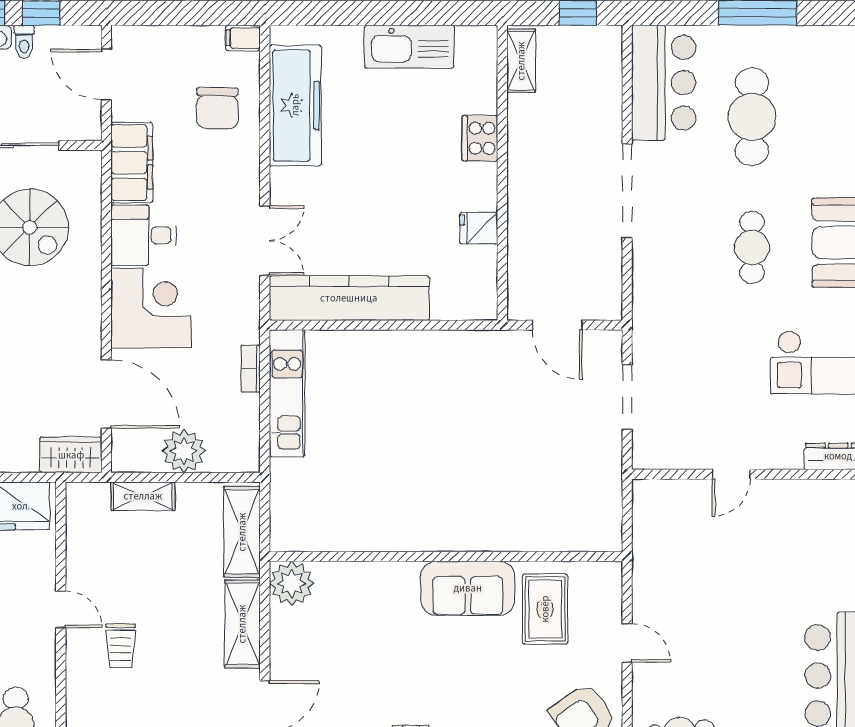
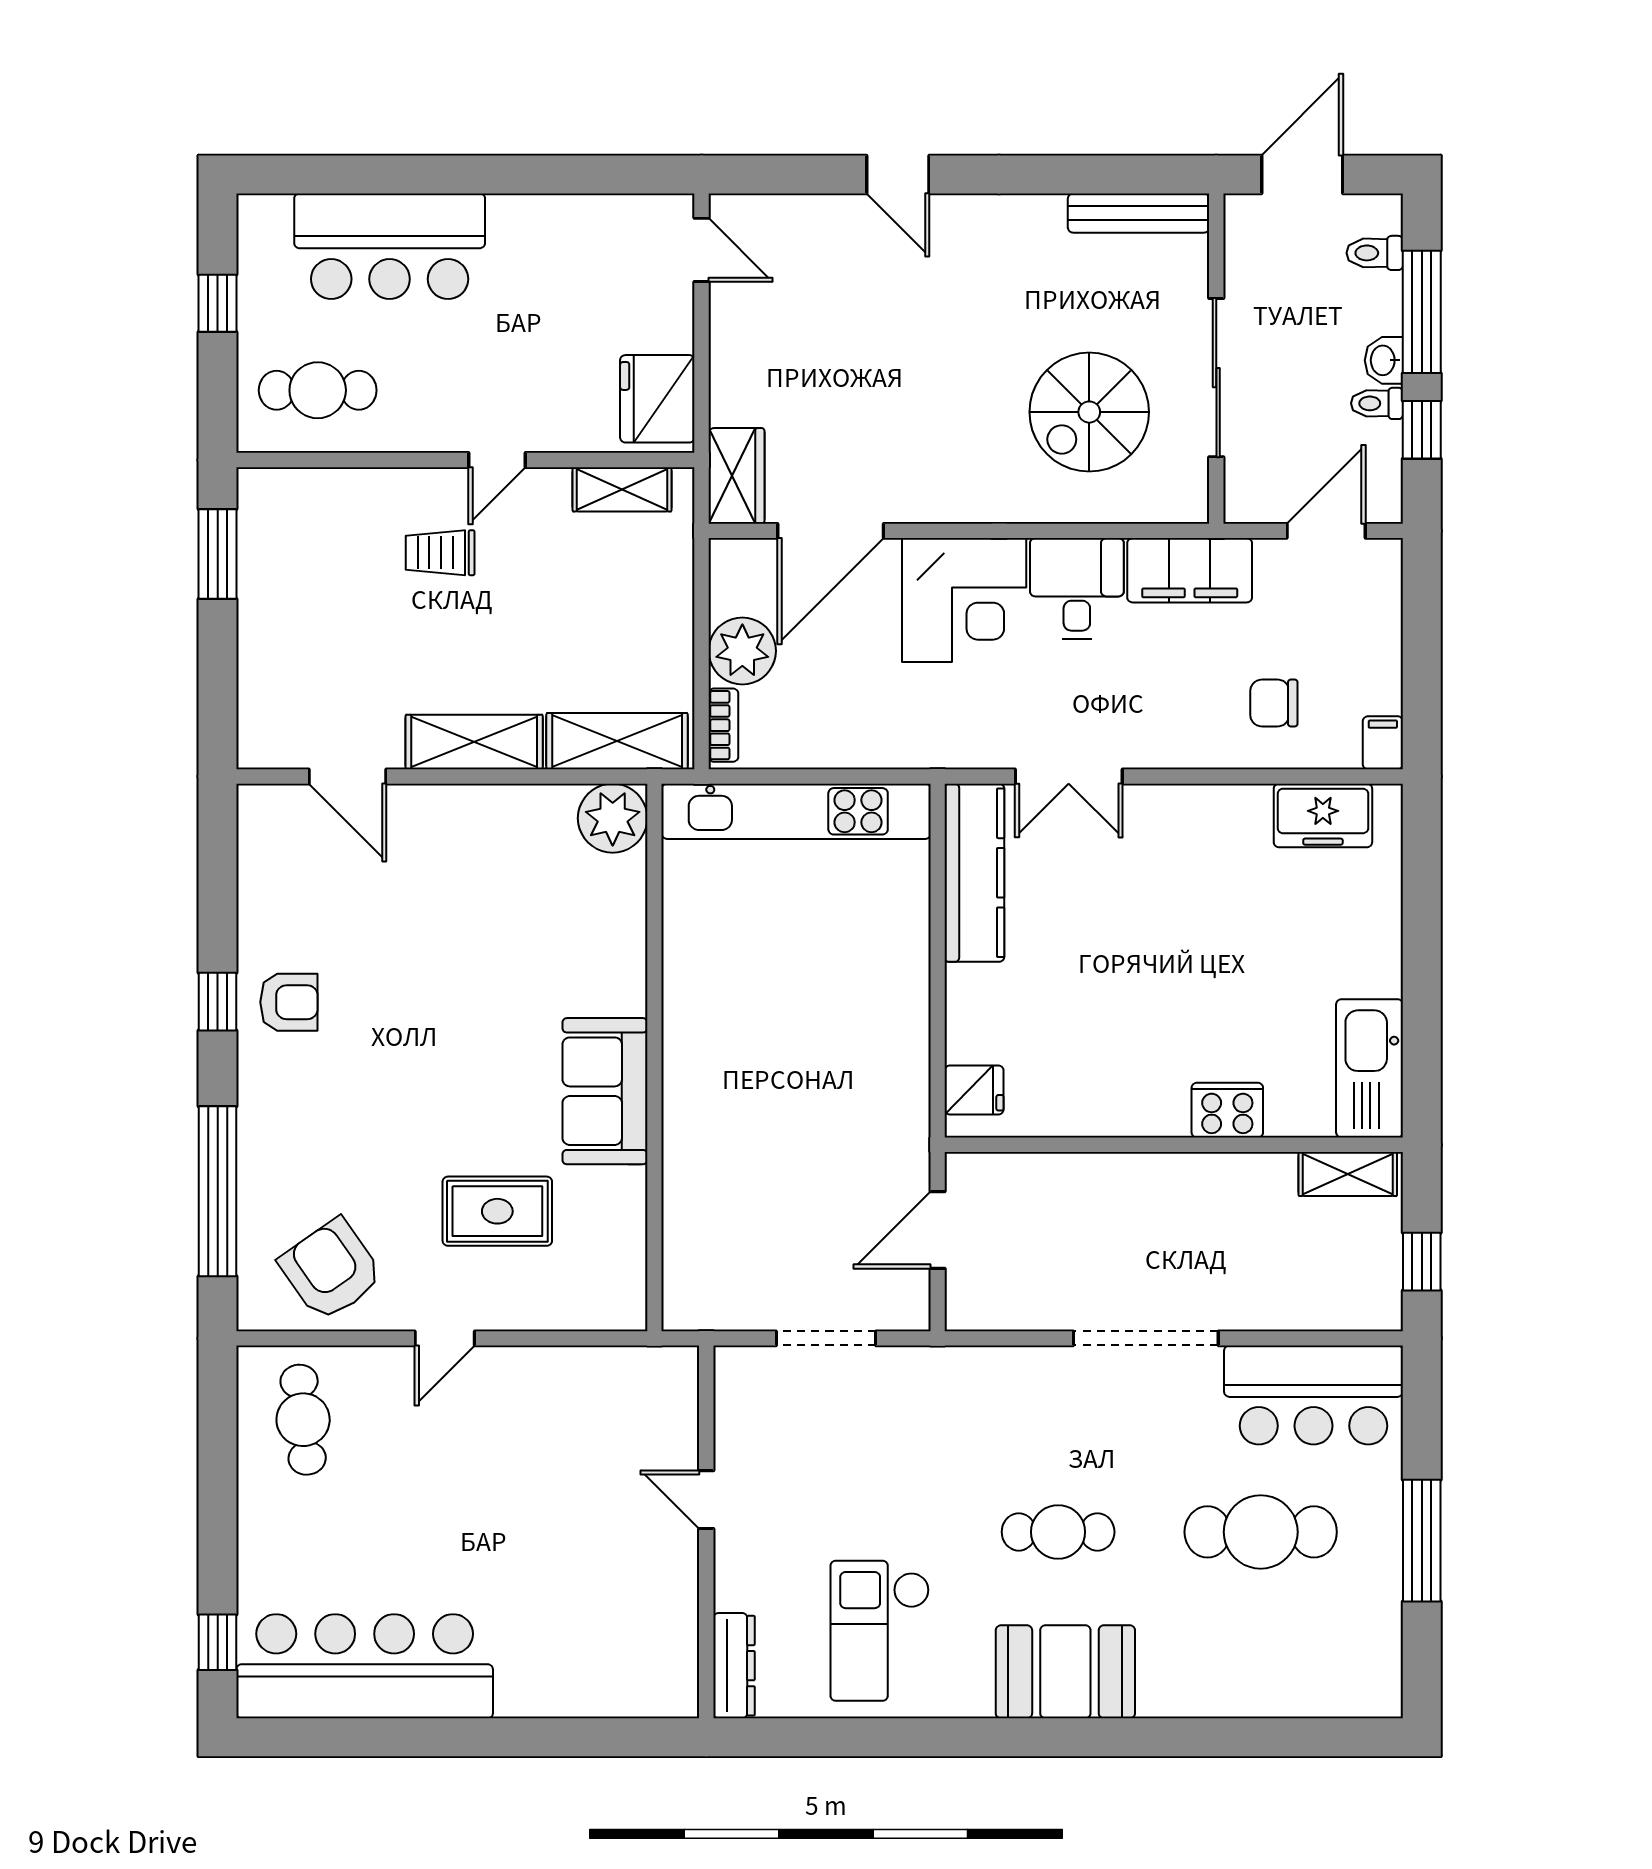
kitchen sink: (409, 47) -> (1370, 1068), moved
freezer: (295, 105) -> (1323, 815), width x0.52, depth x0.79
chair: (217, 108) -> (1274, 703), width x0.73, depth x0.73
fridge: (479, 228) -> (974, 1090), moved, turned 90
kitchen counter: (349, 298) -> (974, 873), width x0.72, depth x0.86
bookcase: (251, 368) -> (723, 725), moved, turned 90
kitchen unit: (287, 393) -> (796, 811), width x1.36
shelving: (143, 496) -> (622, 489), moved, turned 90
wall: (446, 557) -> (654, 1057), moved
plant: (292, 583) -> (613, 818), moved
sofa: (468, 588) -> (605, 1091), moved

